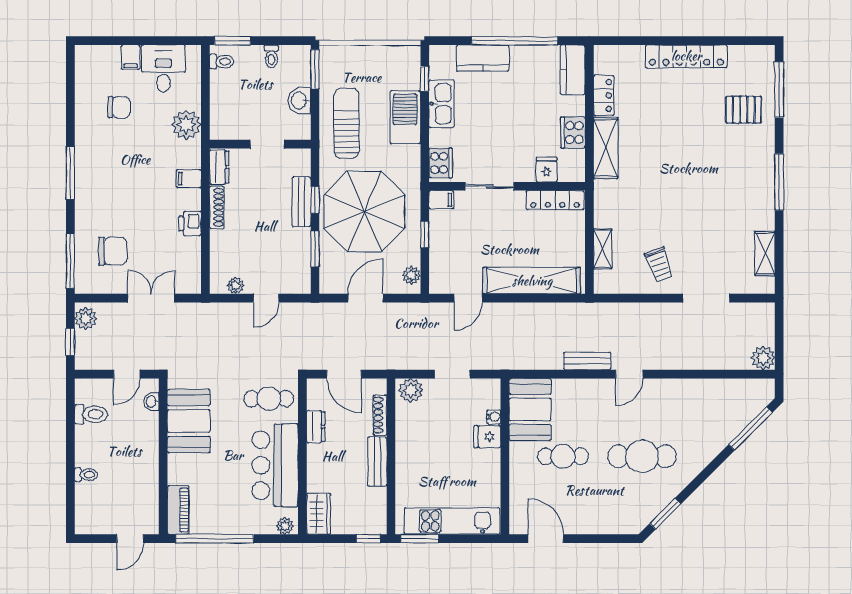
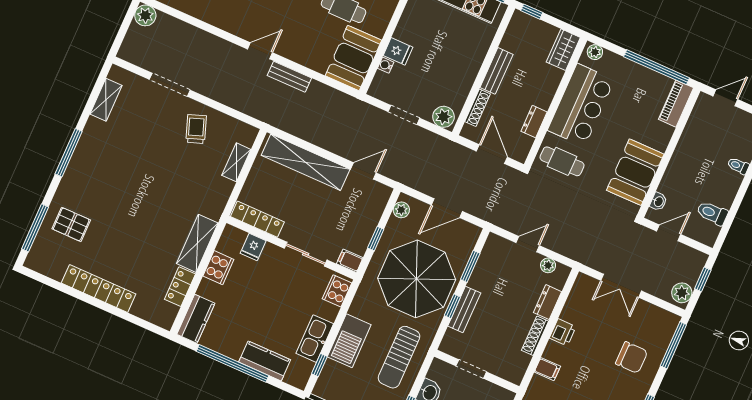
dresser: (219, 167) -> (548, 302), moved
chair: (113, 251) -> (632, 358), moved, turned 180

